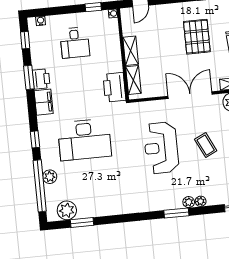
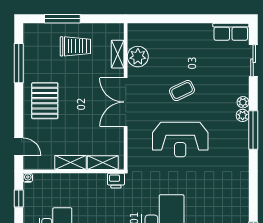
pallet: (197, 37) -> (45, 101), moved, turned 90
printer: (114, 87) -> (116, 181), width x0.53, depth x0.68
window: (176, 213) -> (253, 130), width x1.44

